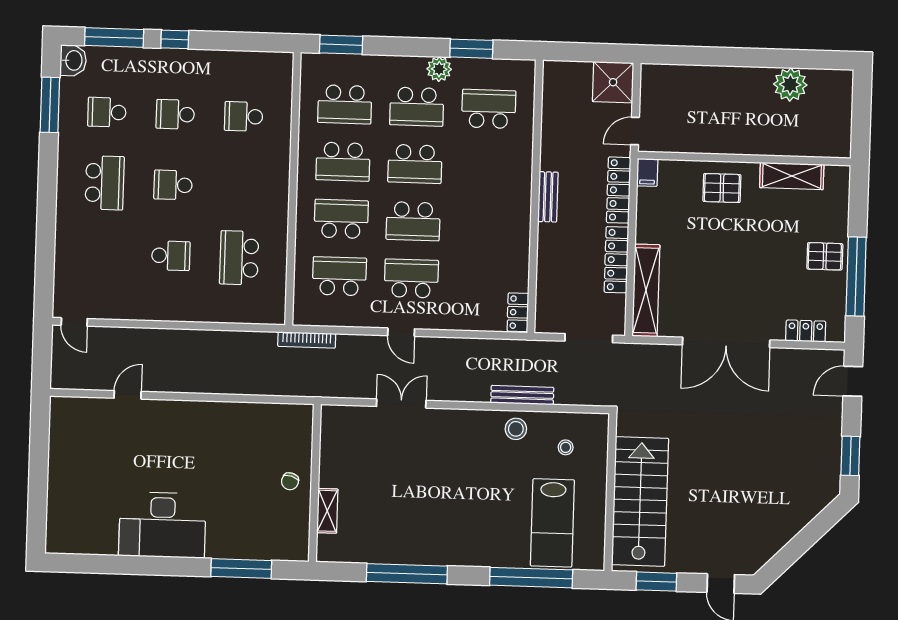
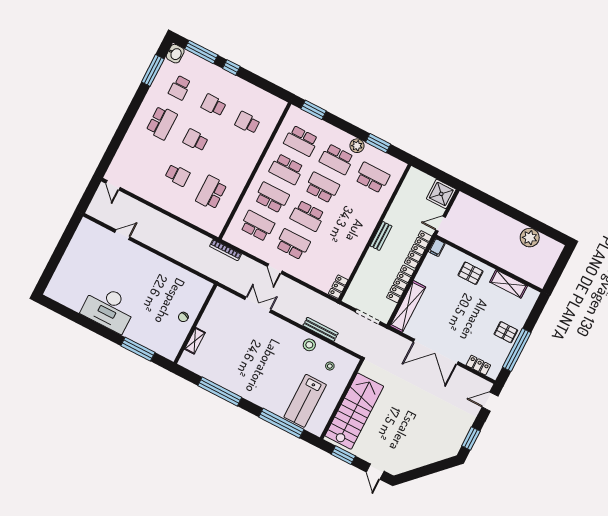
school desk: (107, 112) -> (180, 88), turned -90
school desk: (415, 164) -> (322, 188), turned 180

